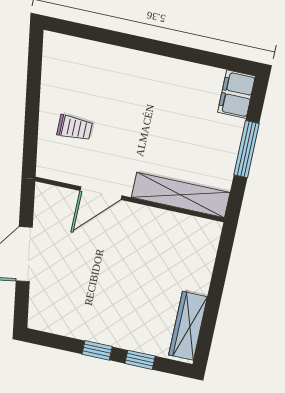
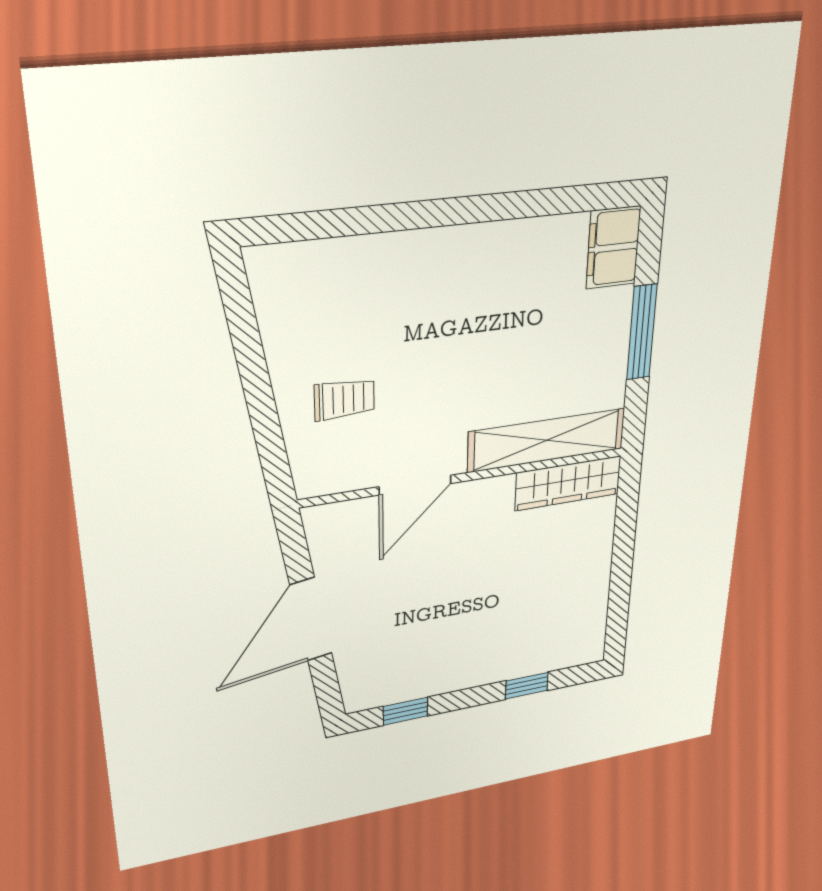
wardrobe: (188, 326) -> (568, 483), moved, turned -90
window: (97, 350) -> (406, 711), moved

